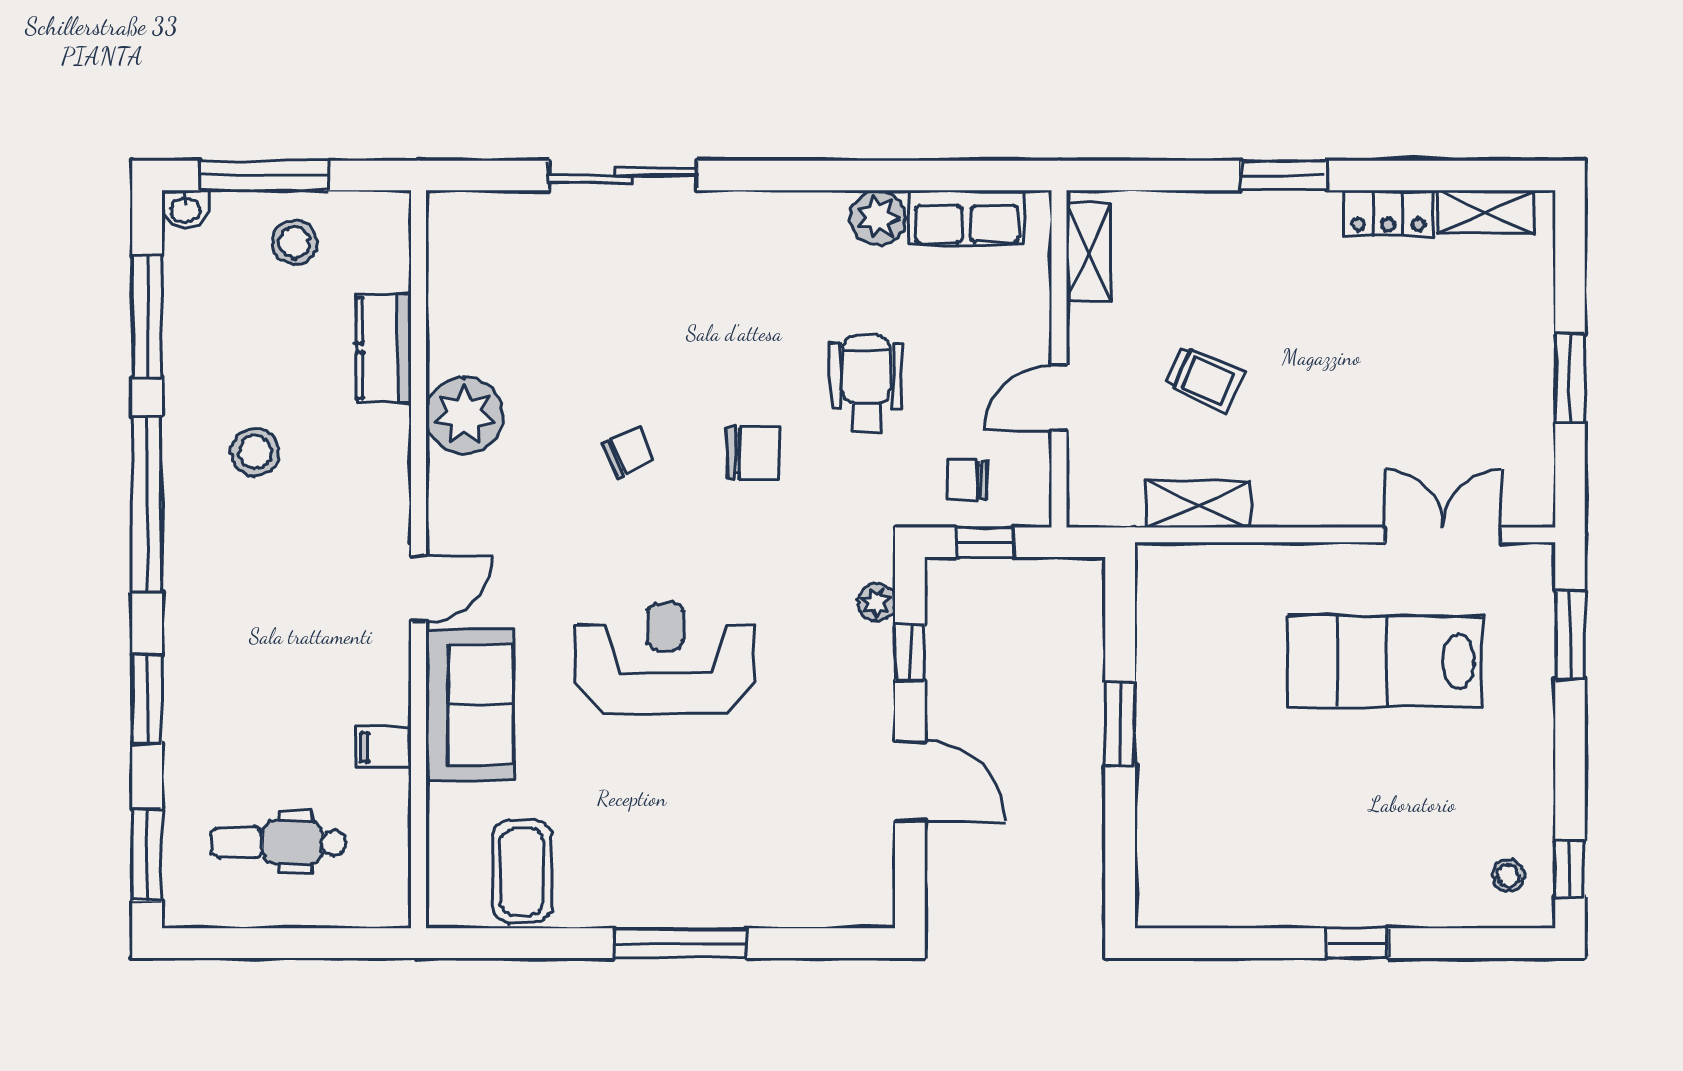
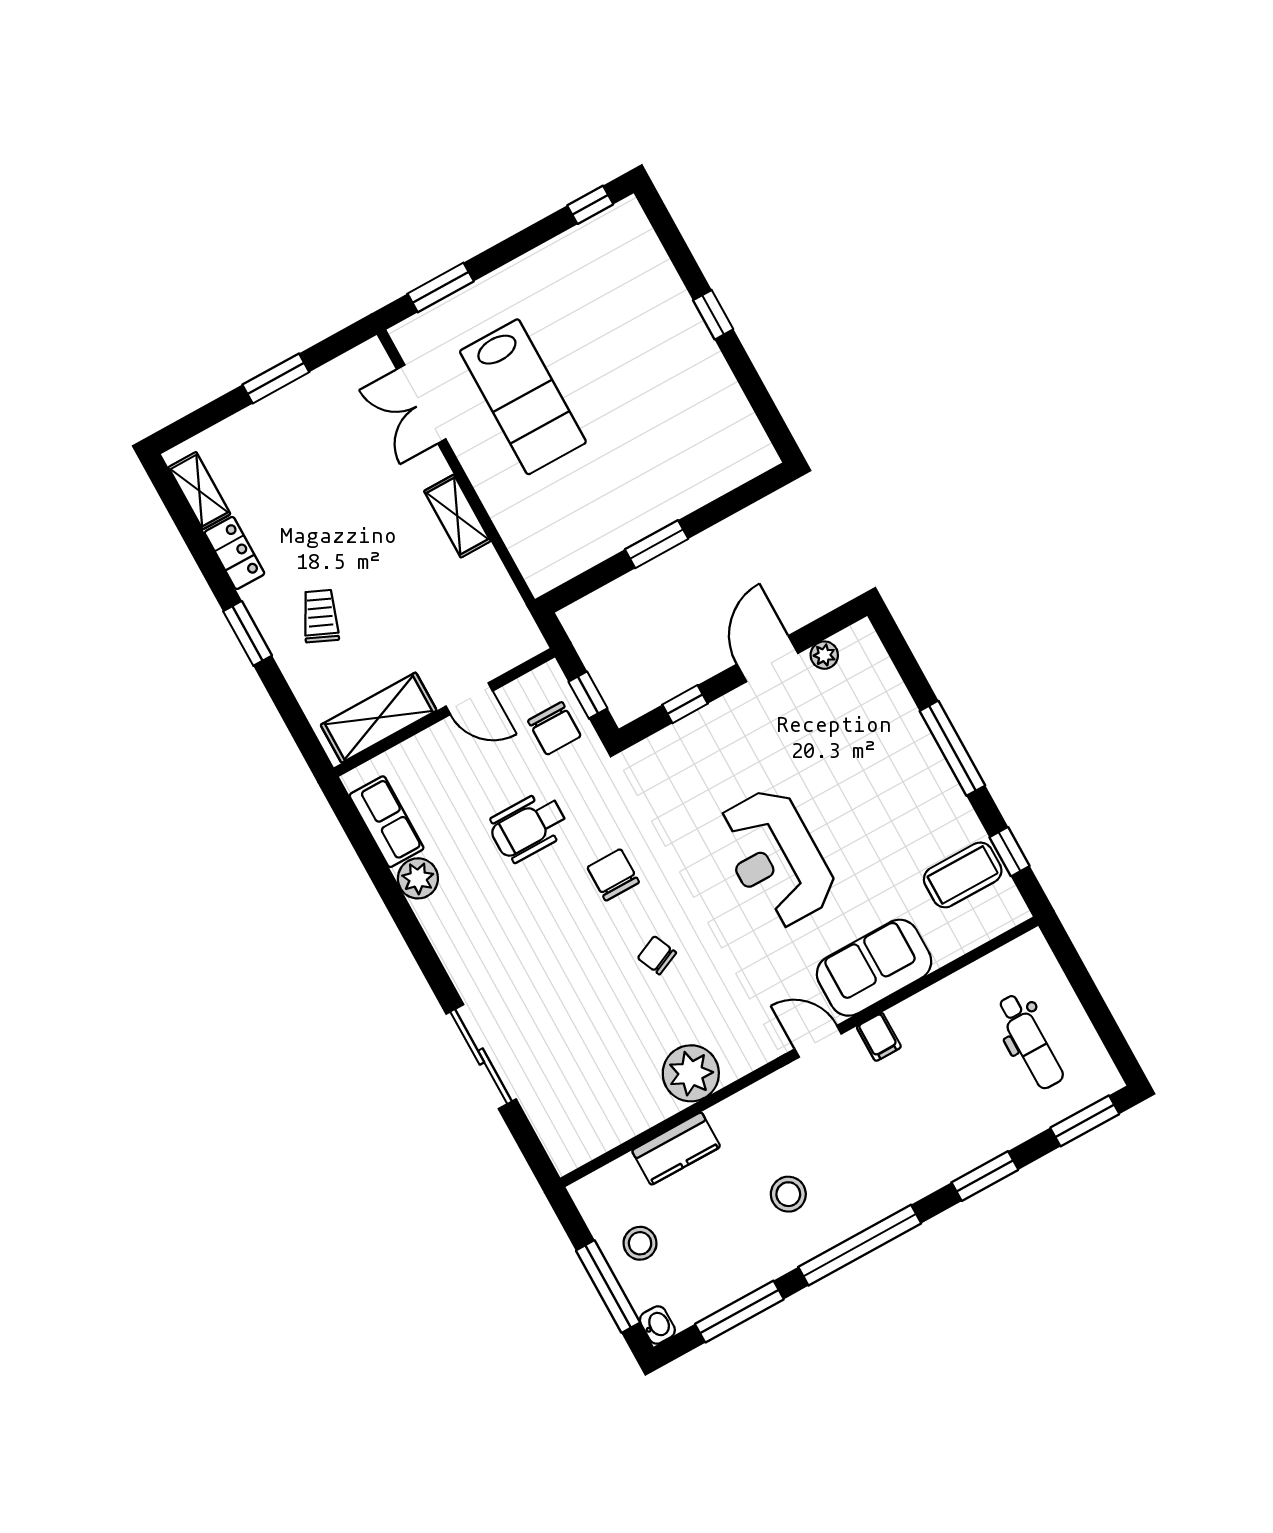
shelving: (1089, 252) -> (379, 718), width x1.50, depth x1.33
trolley: (1204, 379) -> (320, 616), moved
chair: (967, 480) -> (554, 728), width x1.37, depth x1.37
shelving: (1199, 504) -> (457, 516), moved
plant: (877, 602) -> (824, 655), moved
filing cabinet: (384, 747) -> (879, 1037), moved
stool: (1508, 875) -> (616, 242), removed
window: (519, 943) -> (1009, 852), added

